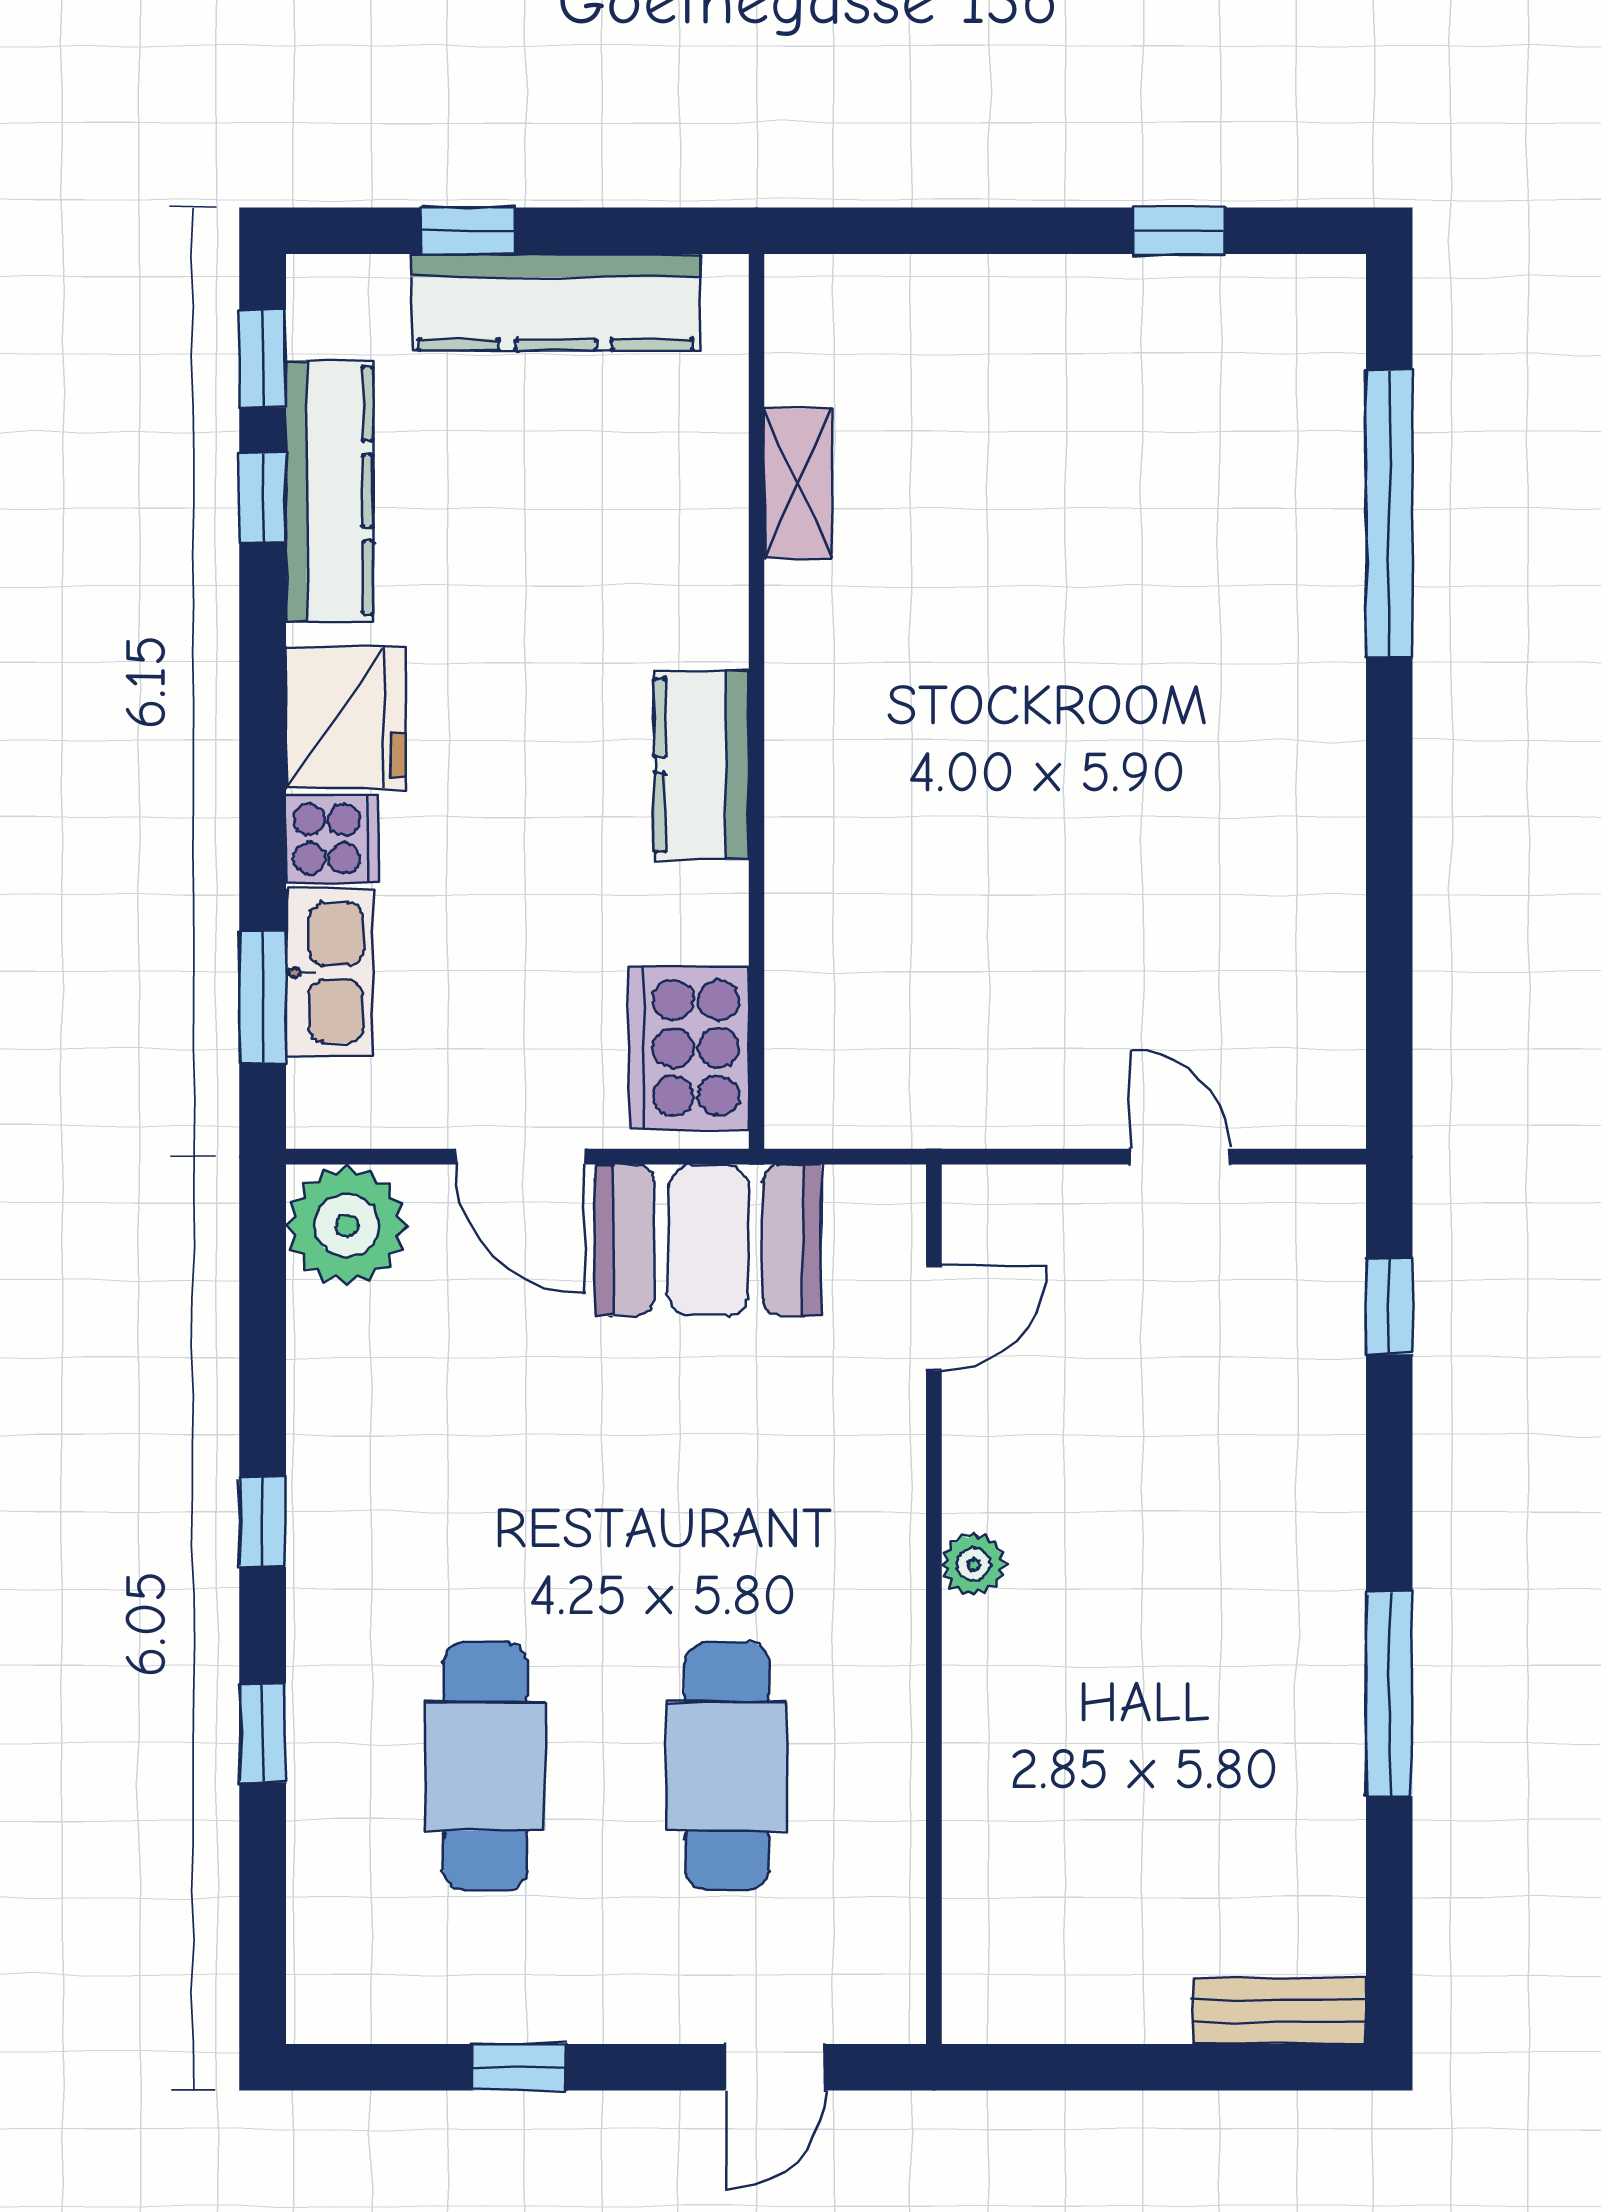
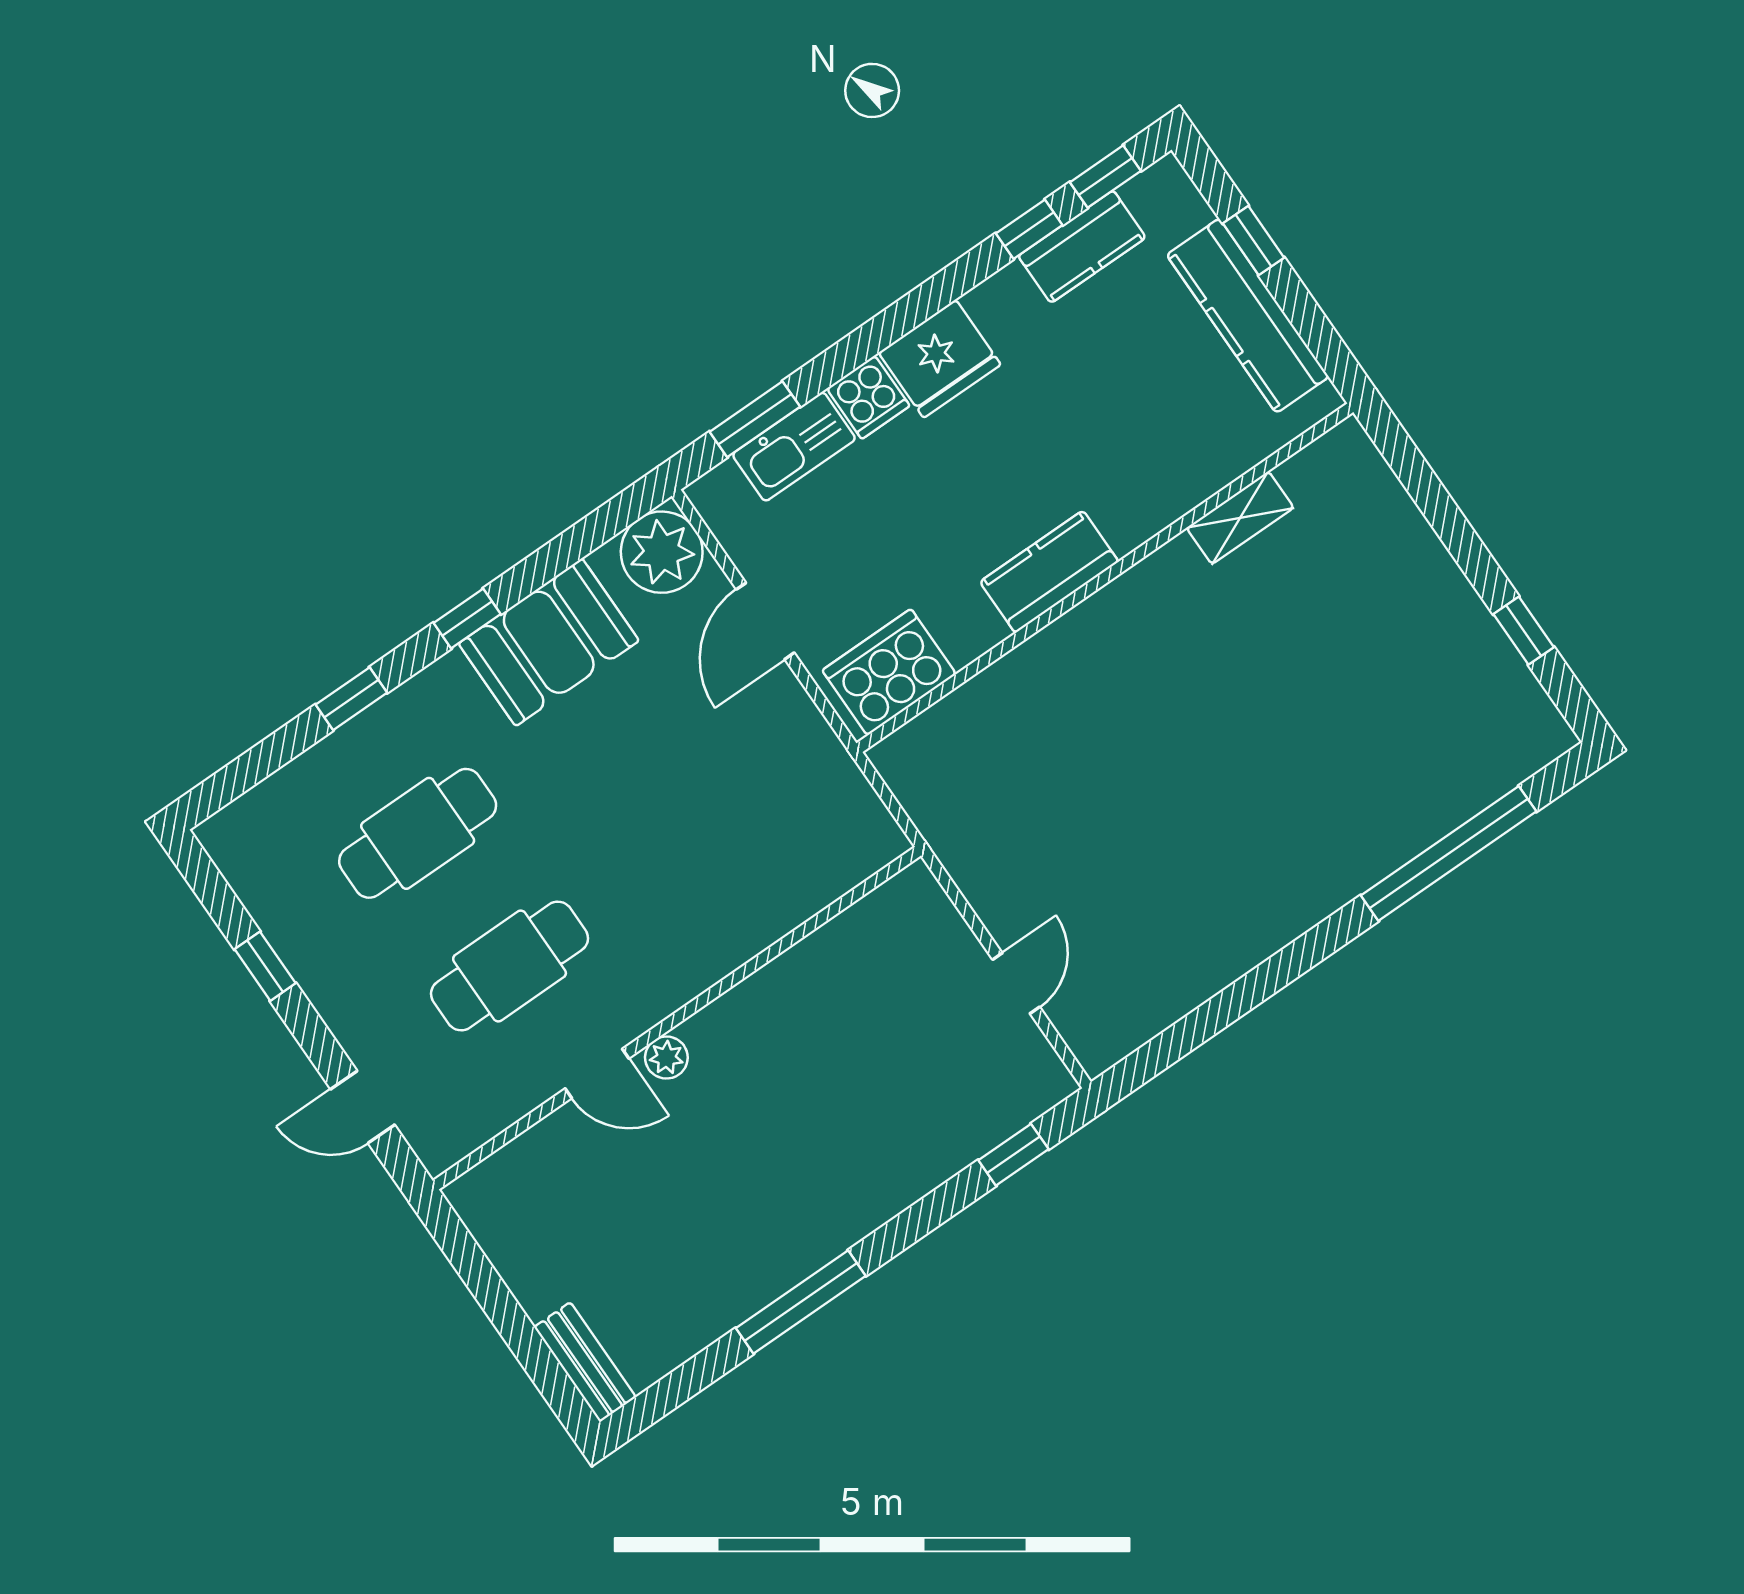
kitchen counter: (329, 491) -> (1082, 247), width x0.67
booth: (708, 1240) -> (549, 642), moved, turned 90
door: (934, 1318) -> (597, 1074), moved
plant: (973, 1564) -> (666, 1057), moved

